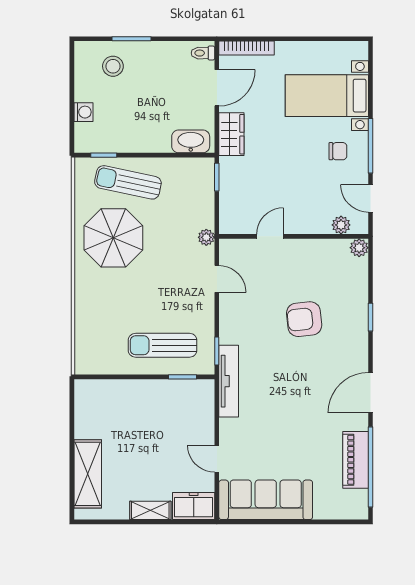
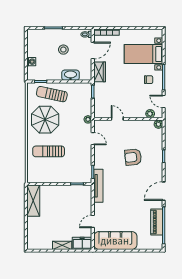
stool: (113, 66) -> (63, 50), moved
washbasin: (191, 141) -> (70, 75), moved
door: (270, 236) -> (117, 119), hinge flipped
sun lounger: (163, 345) -> (49, 151), moved
door: (217, 459) -> (93, 221), hinge flipped
shelving: (88, 474) -> (33, 201), moved

